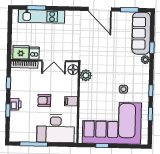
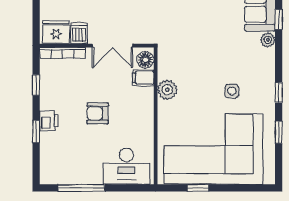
plant: (86, 75) -> (167, 90), moved
filing cabinet: (71, 101) -> (143, 78), moved
desk: (56, 129) -> (127, 166), width x0.73, depth x0.77

